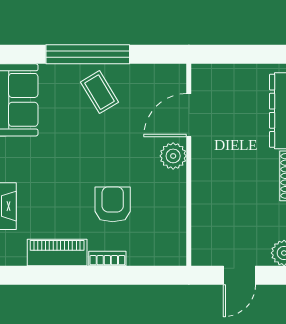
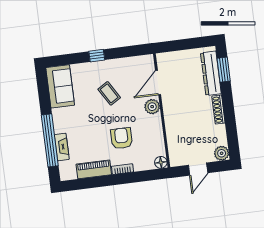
window: (88, 54) -> (97, 56), width x0.32
coffee table: (99, 92) -> (109, 93), moved
floor lamp: (176, 255) -> (161, 162), added

